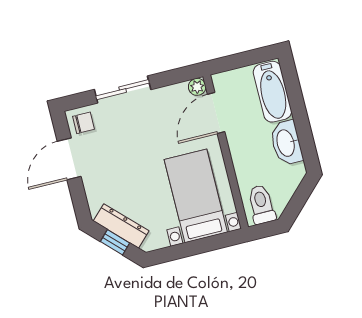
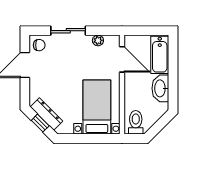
plant: (197, 87) -> (98, 40), moved
door: (216, 113) -> (122, 59), swing flipped

